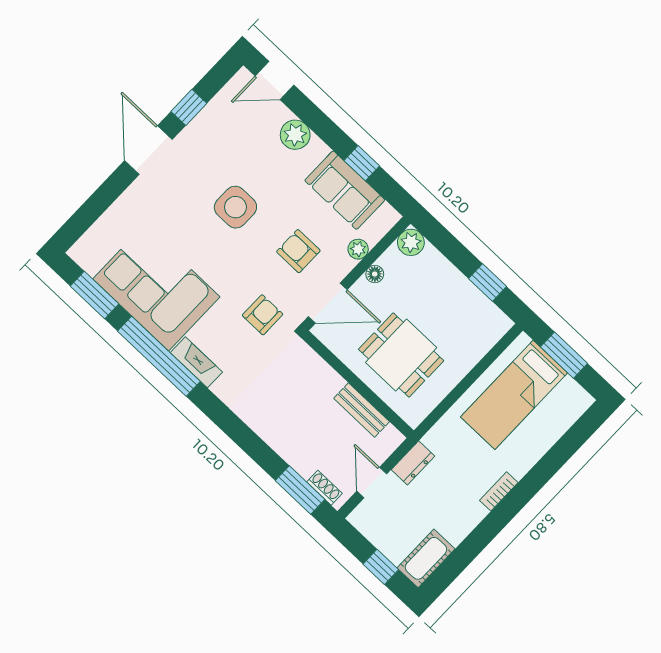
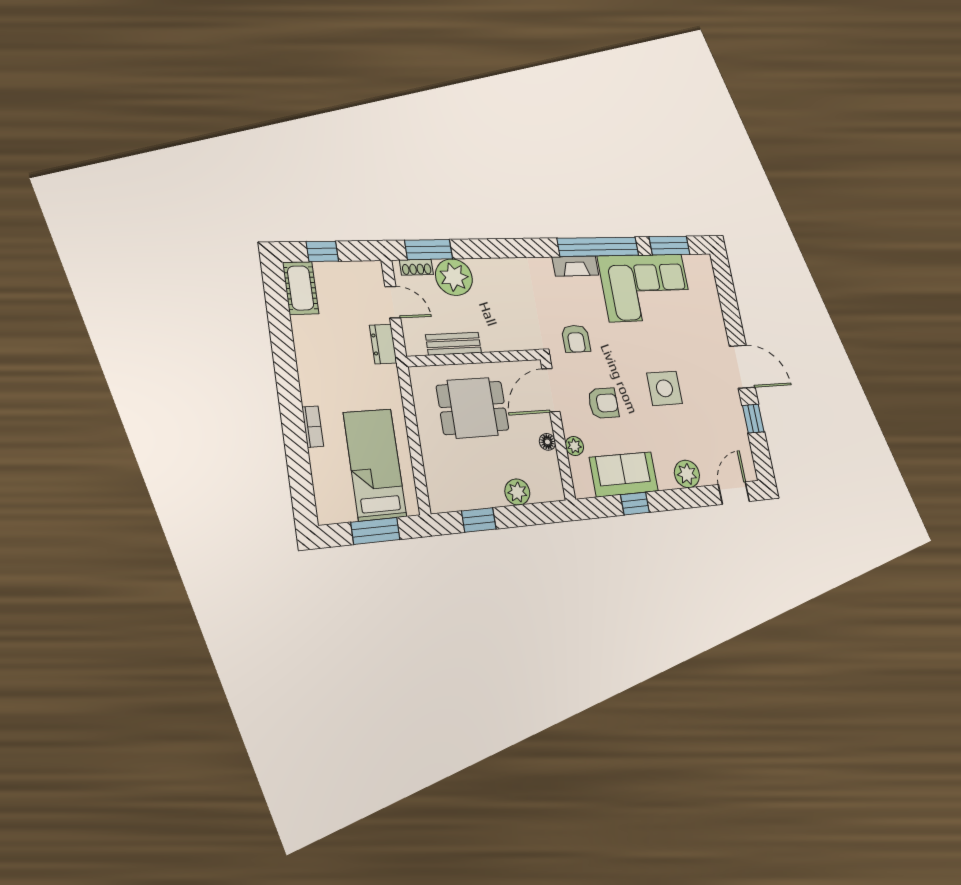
plant: (411, 242) -> (517, 492), moved
plant: (304, 453) -> (454, 277), added
bookcase: (499, 491) -> (313, 427), moved

